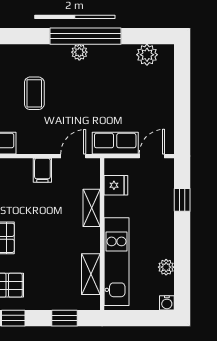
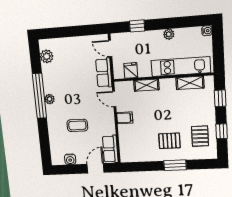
plant: (166, 267) -> (169, 34), moved

